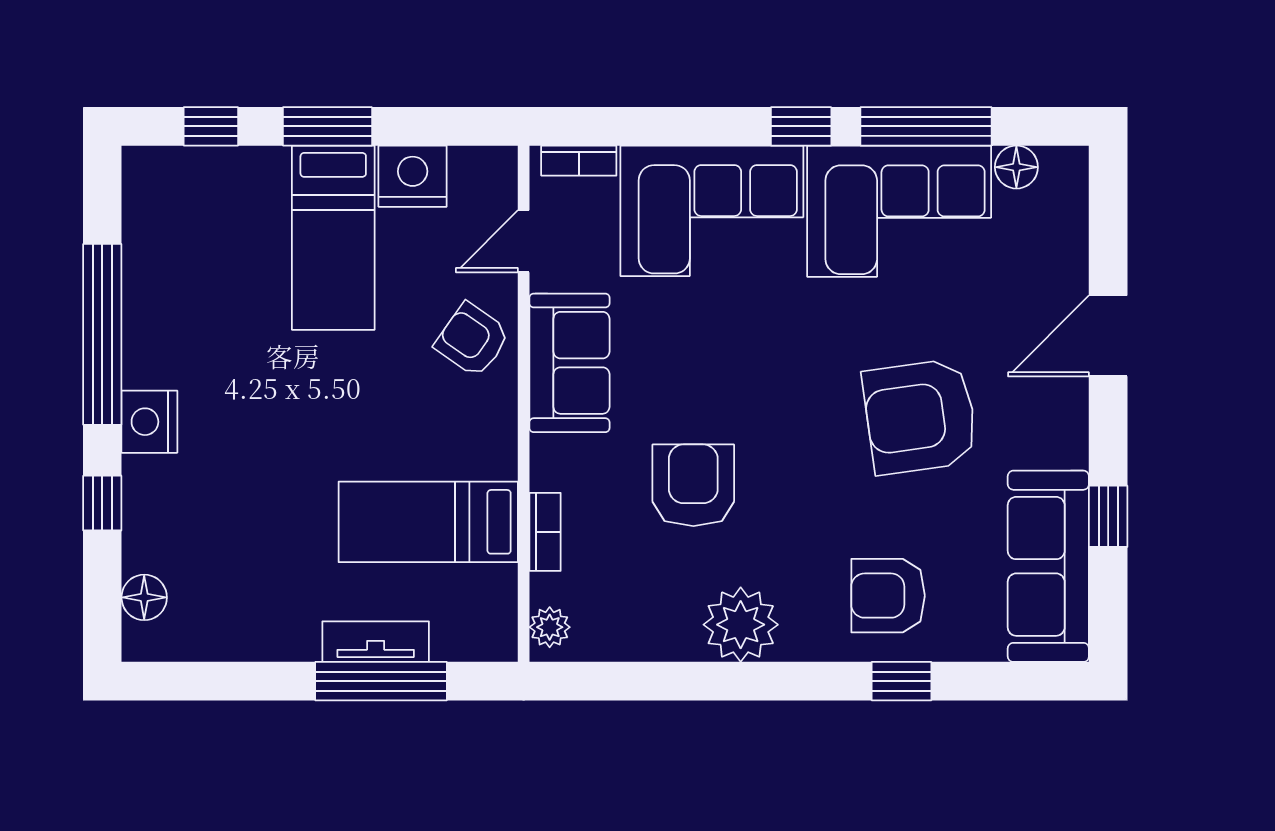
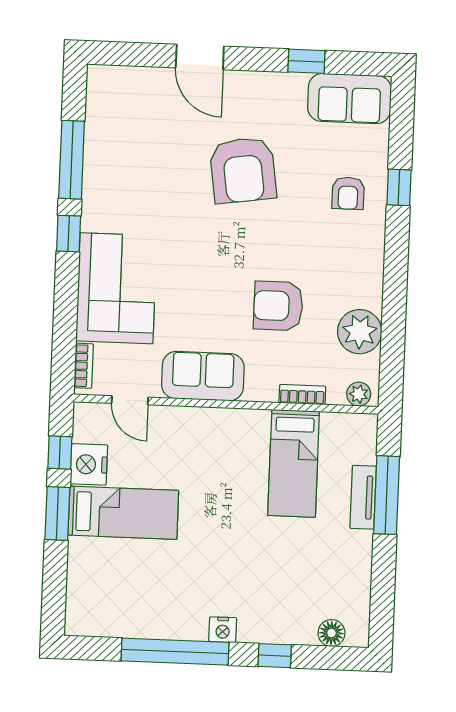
window: (211, 126) -> (60, 452), moved
floor lamp: (1016, 167) -> (98, 107), removed
corner sofa: (899, 211) -> (121, 178), removed
armchair: (472, 340) -> (187, 433), removed
nightstand: (149, 422) -> (223, 630), width x0.74, depth x0.75
sofa: (1048, 566) -> (350, 98), width x0.73
armchair: (888, 596) -> (348, 193), width x0.72, depth x0.72
plant: (741, 625) -> (360, 332), moved

